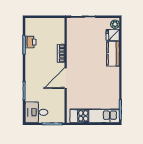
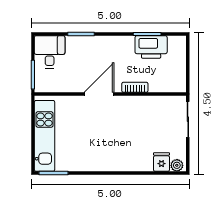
printer: (30, 42) -> (151, 47), width x1.87, depth x1.48
kitchen counter: (113, 54) -> (134, 162), removed
door: (66, 78) -> (99, 94), hinge flipped

